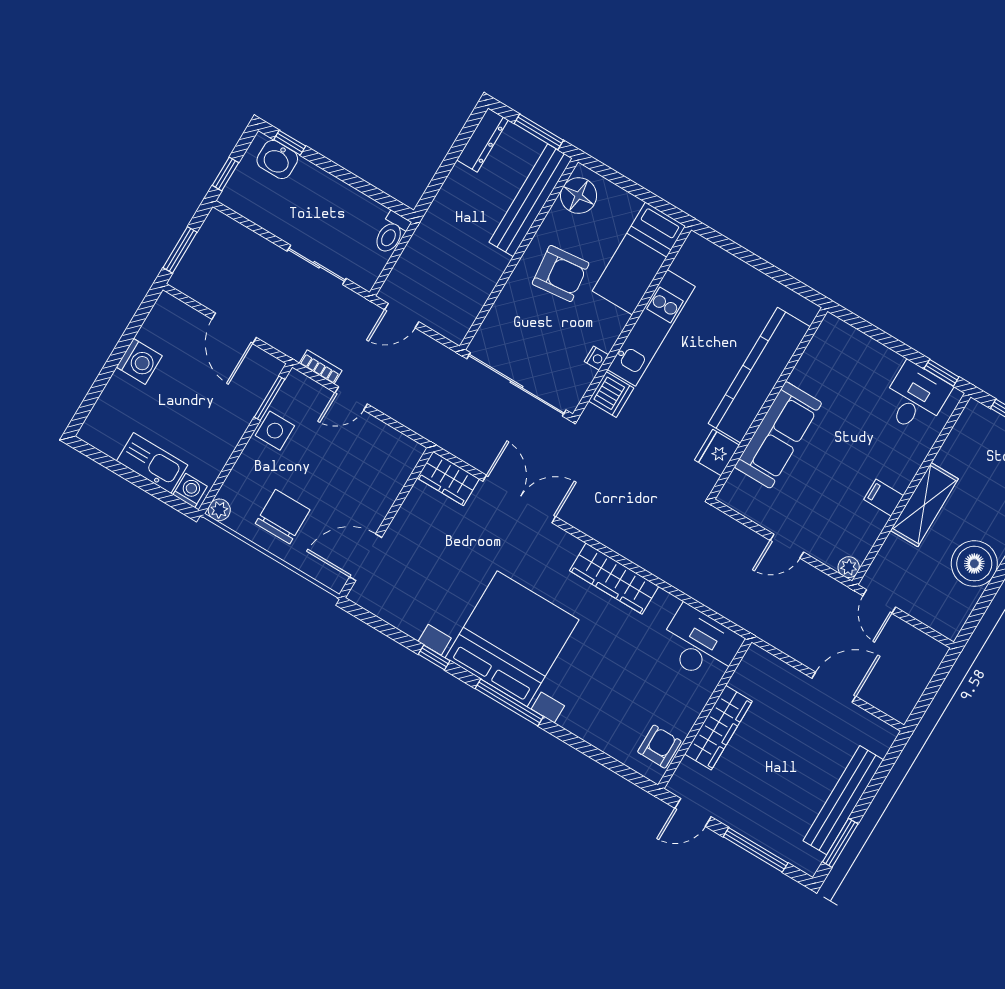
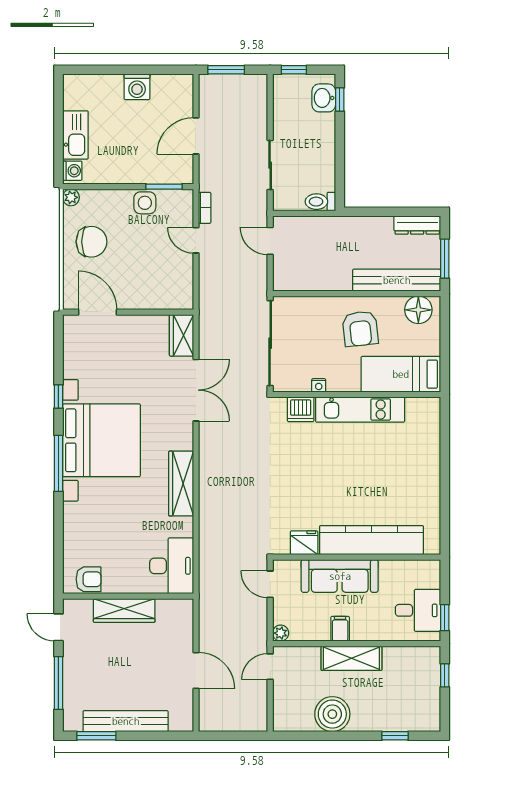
kitchen counter: (759, 375) -> (371, 540), moved
wall: (768, 403) -> (357, 557), moved
sofa: (778, 435) -> (340, 576), moved
fridge: (717, 453) -> (304, 543), moved

